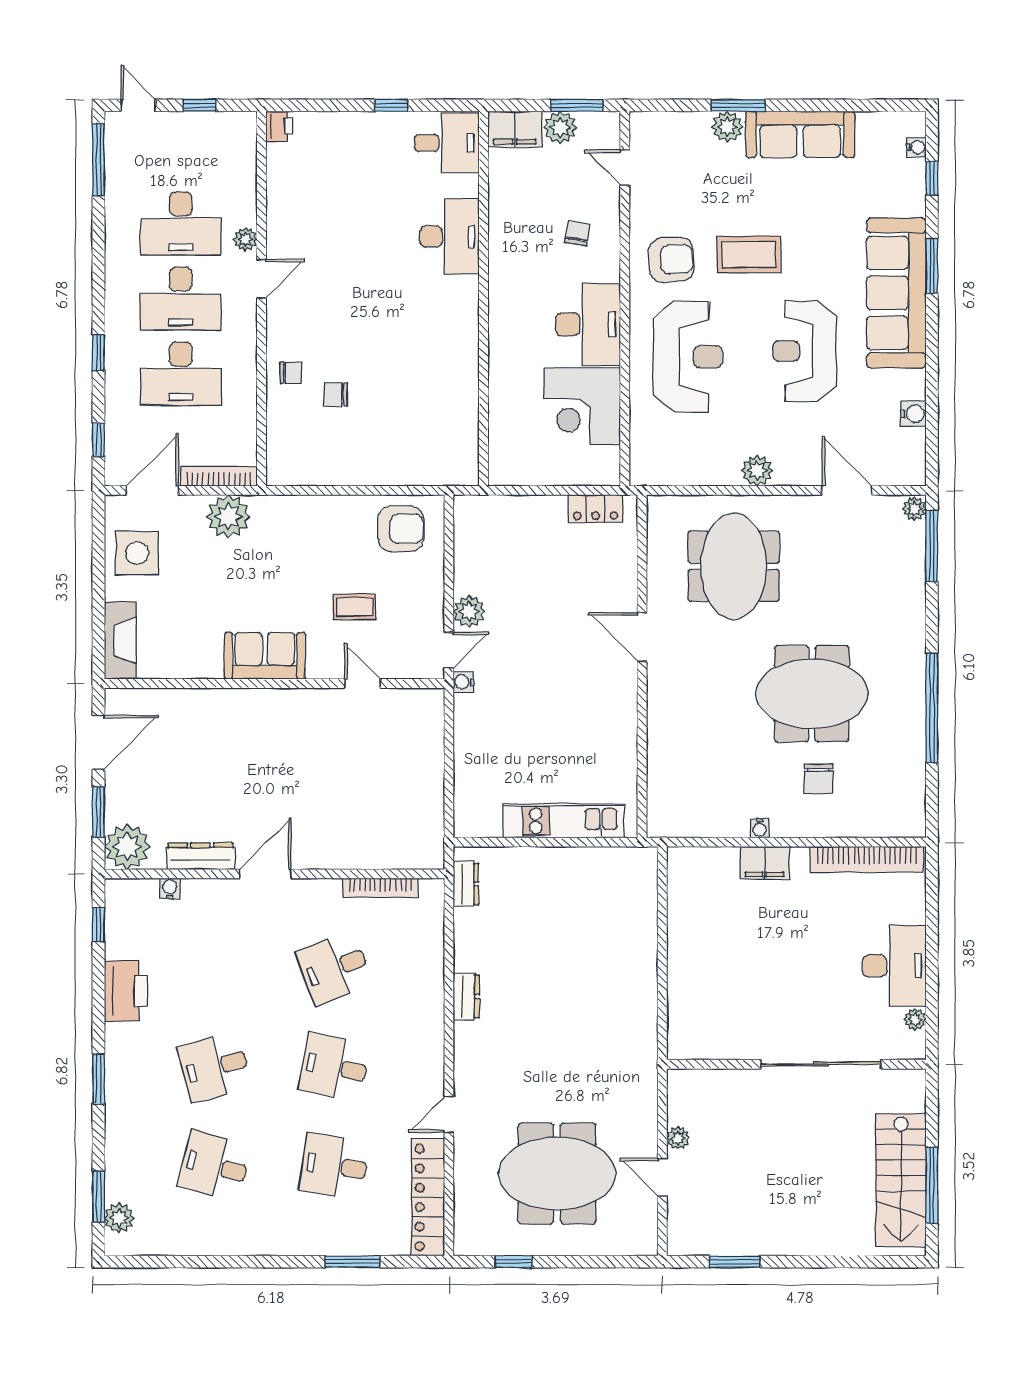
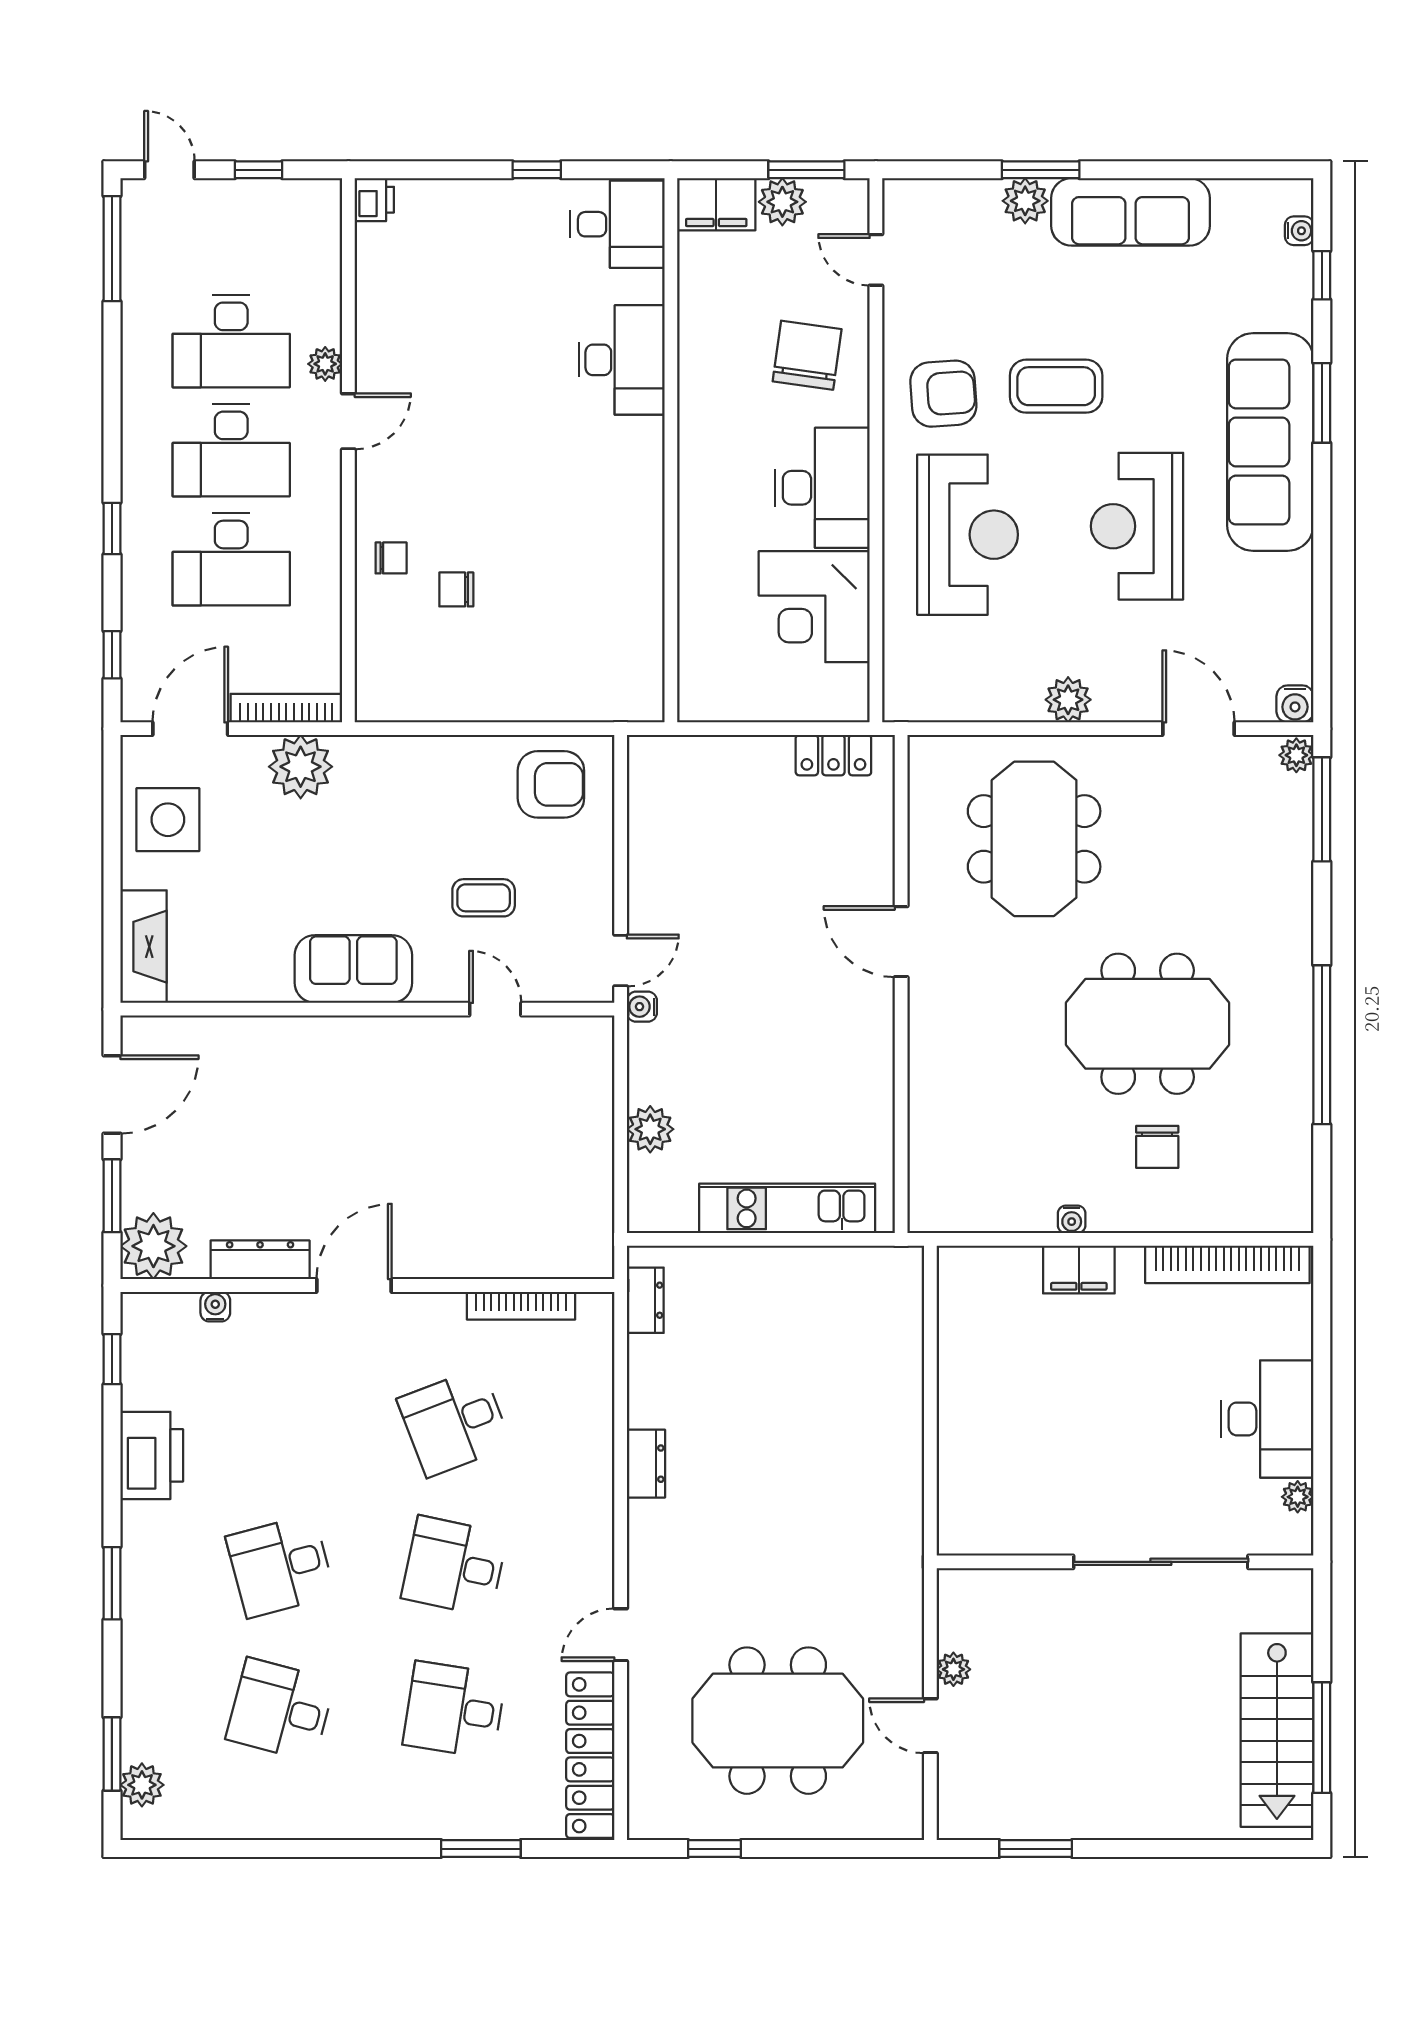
chair: (577, 233) -> (807, 355), width x1.87, depth x1.87
water cooler: (913, 414) -> (1295, 704), moved, turned 90
plant: (469, 612) -> (650, 1129), moved

